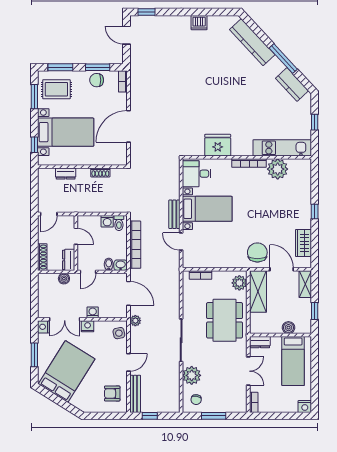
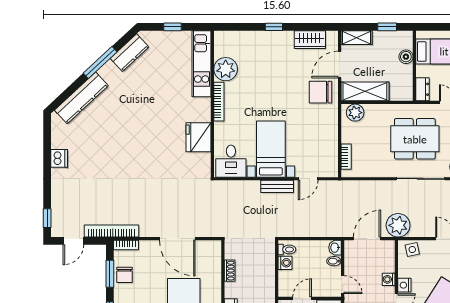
bookcase: (135, 245) -> (112, 231), moved
dining table: (225, 320) -> (415, 139), moved
plant: (135, 321) -> (398, 225), width x1.87, depth x1.87

